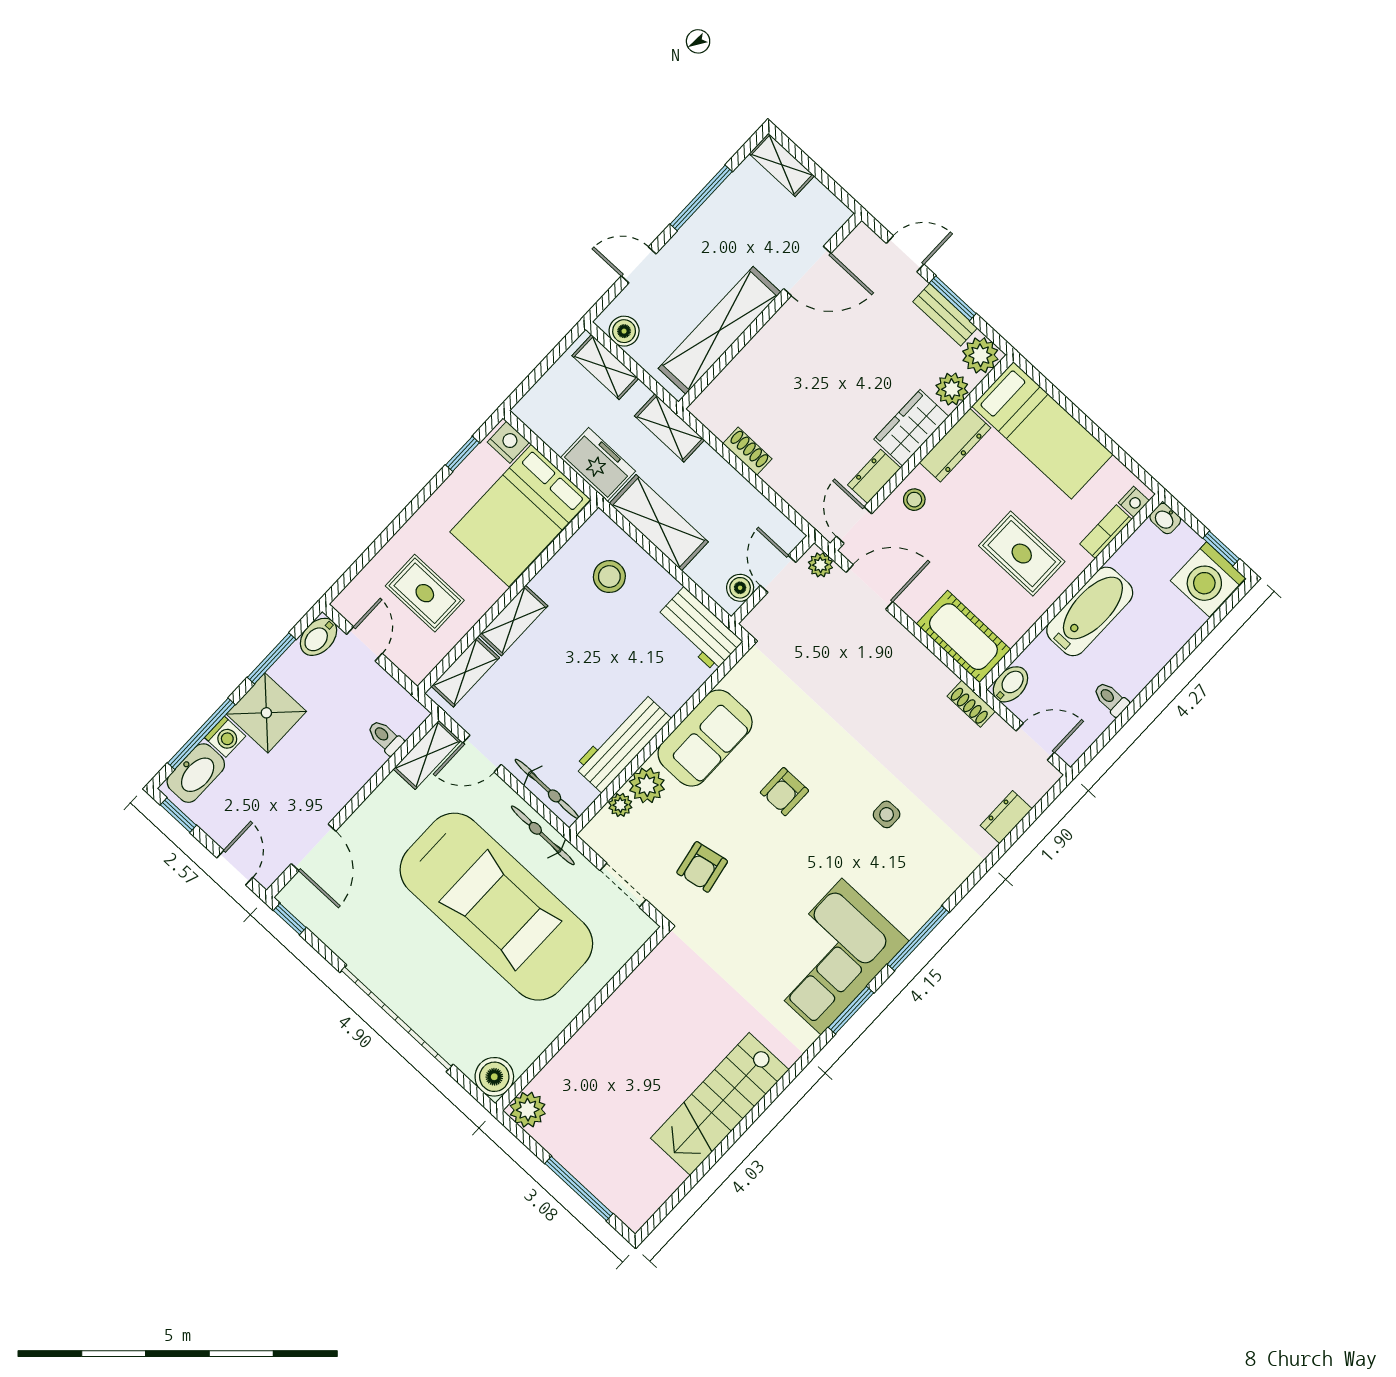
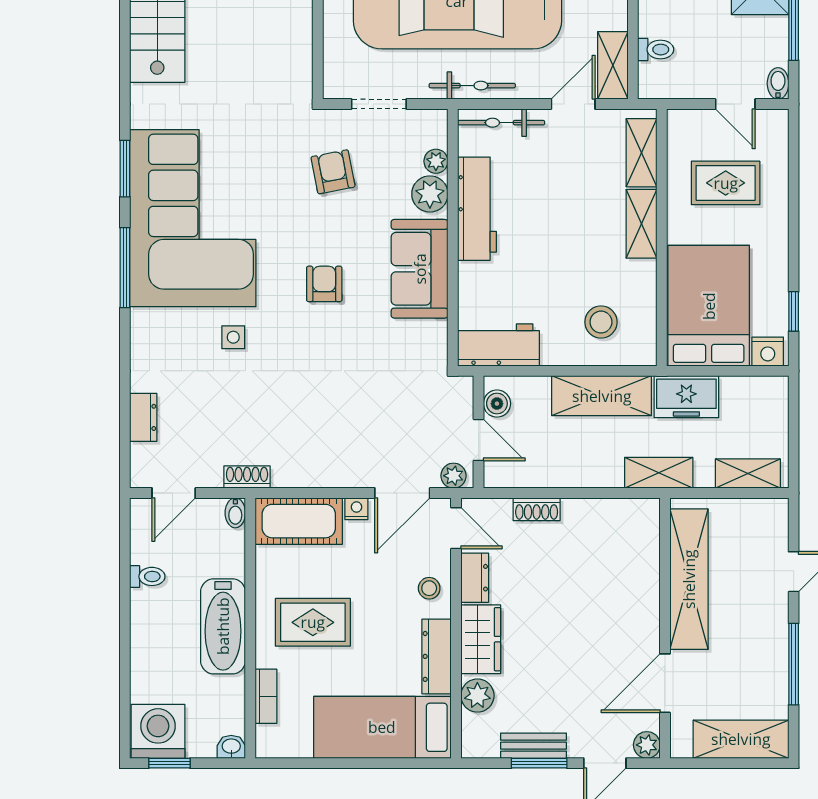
shelving: (782, 165) -> (741, 739), width x1.50, depth x1.33
boiler: (624, 331) -> (759, 513), removed
plant: (980, 355) -> (647, 745), moved, width x0.73, depth x0.73
shoe rack: (747, 451) -> (537, 509), moved
nightstand: (1134, 502) -> (356, 509), moved, turned 90
bidet: (318, 637) -> (778, 83), width x0.72, depth x0.74
bidet: (1010, 684) -> (235, 513), width x0.72, depth x0.74
corner sofa: (832, 957) -> (193, 218), width x1.36, depth x1.36

